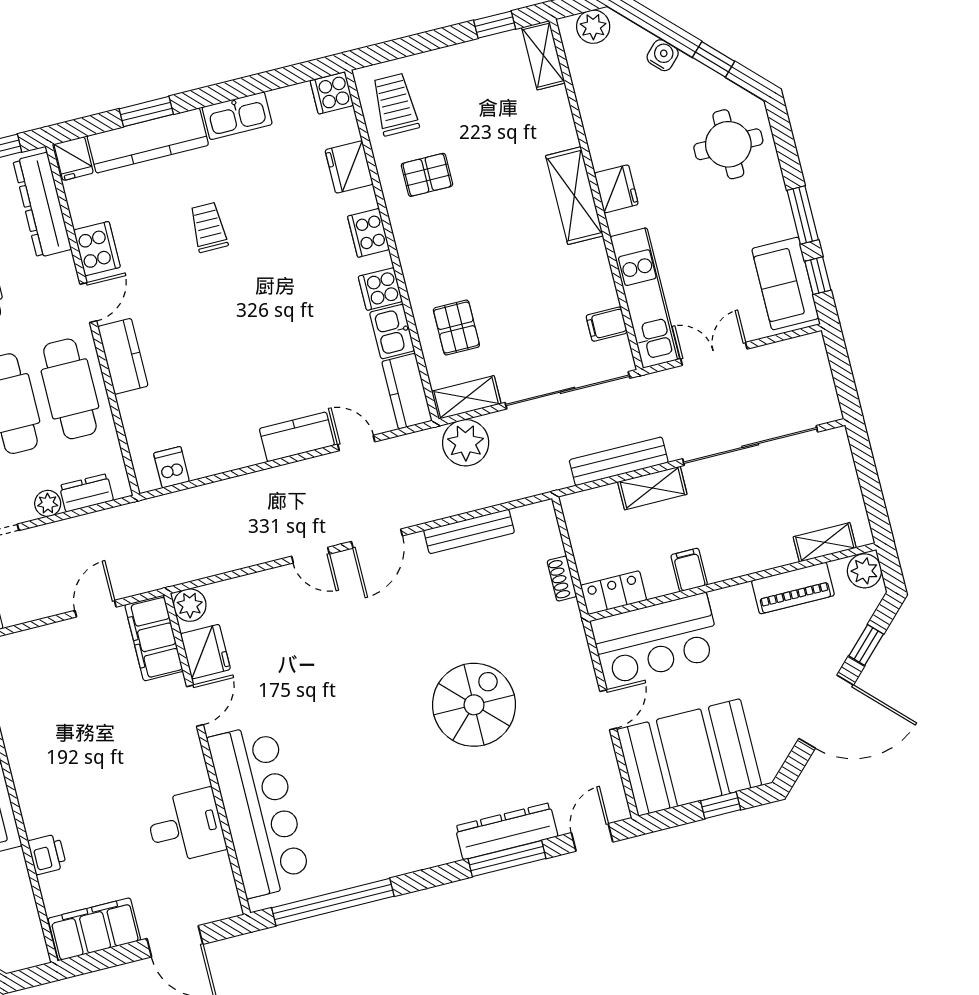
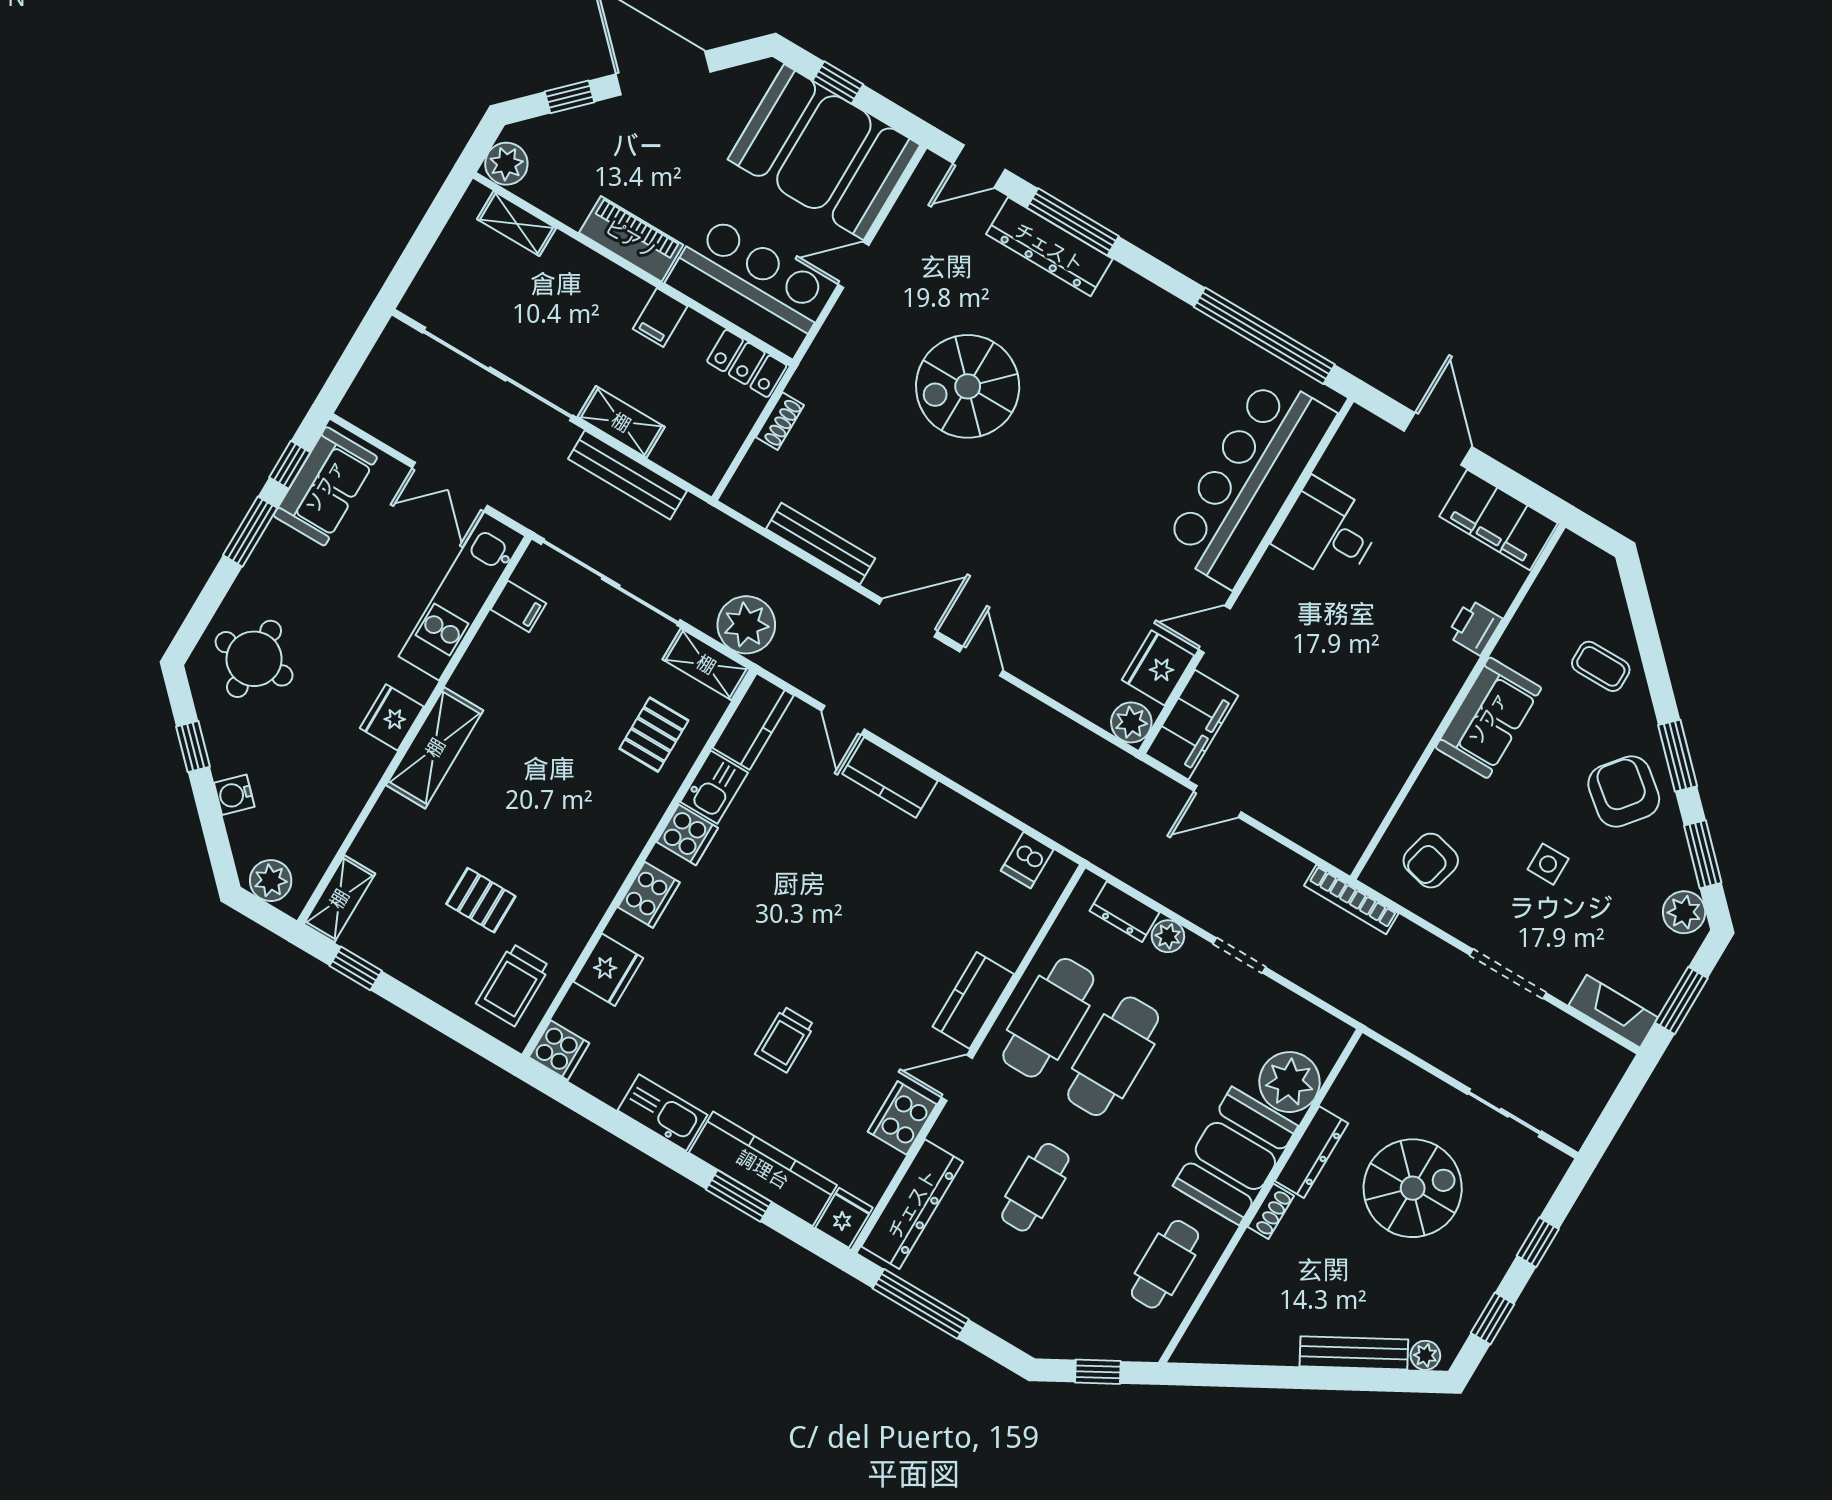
pallet: (427, 175) -> (481, 900), moved
piano: (793, 588) -> (631, 239), moved

